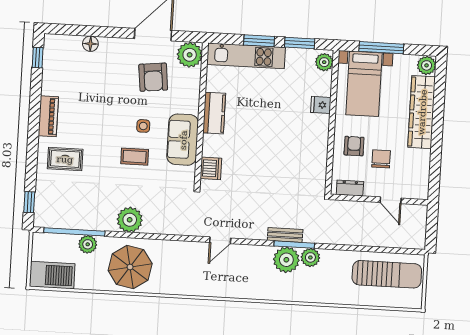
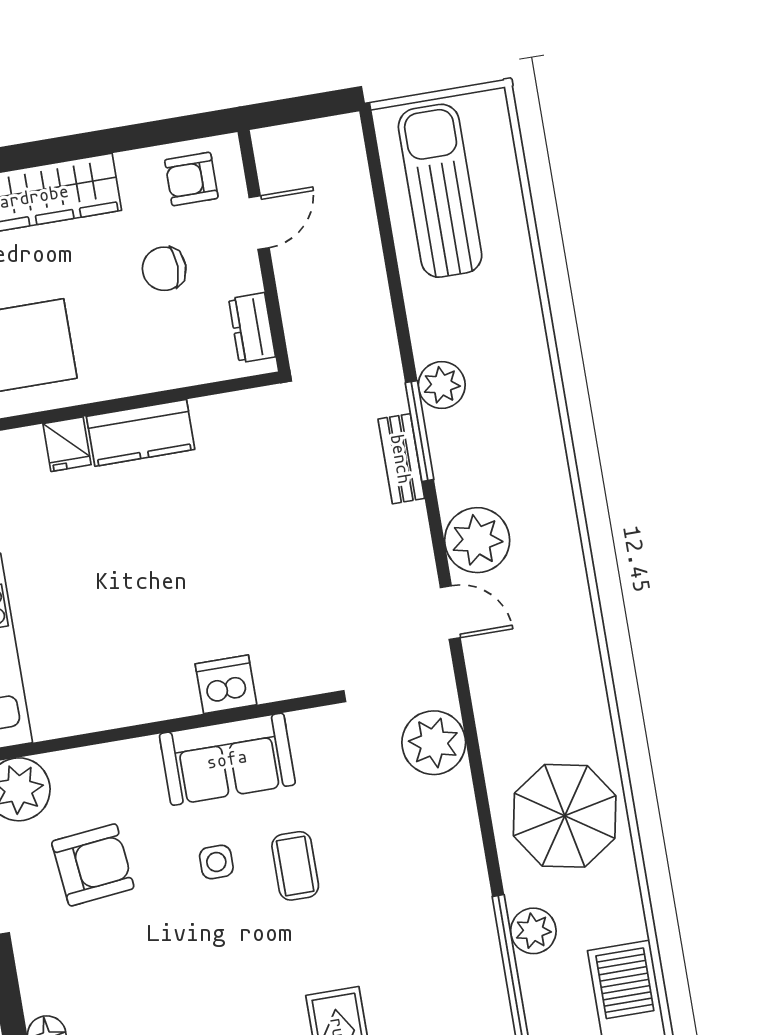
kitchen counter: (214, 113) -> (141, 433), moved, turned 180
armchair: (354, 146) -> (191, 179), moved
dishwasher: (211, 168) -> (226, 684), moved
plant: (130, 220) -> (434, 743), moved
plant: (286, 260) -> (477, 540), moved

